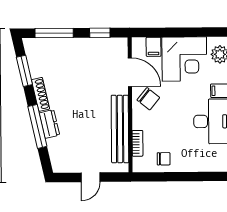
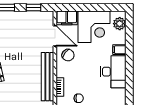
filing cabinet: (154, 47) -> (67, 18), width x2.00

